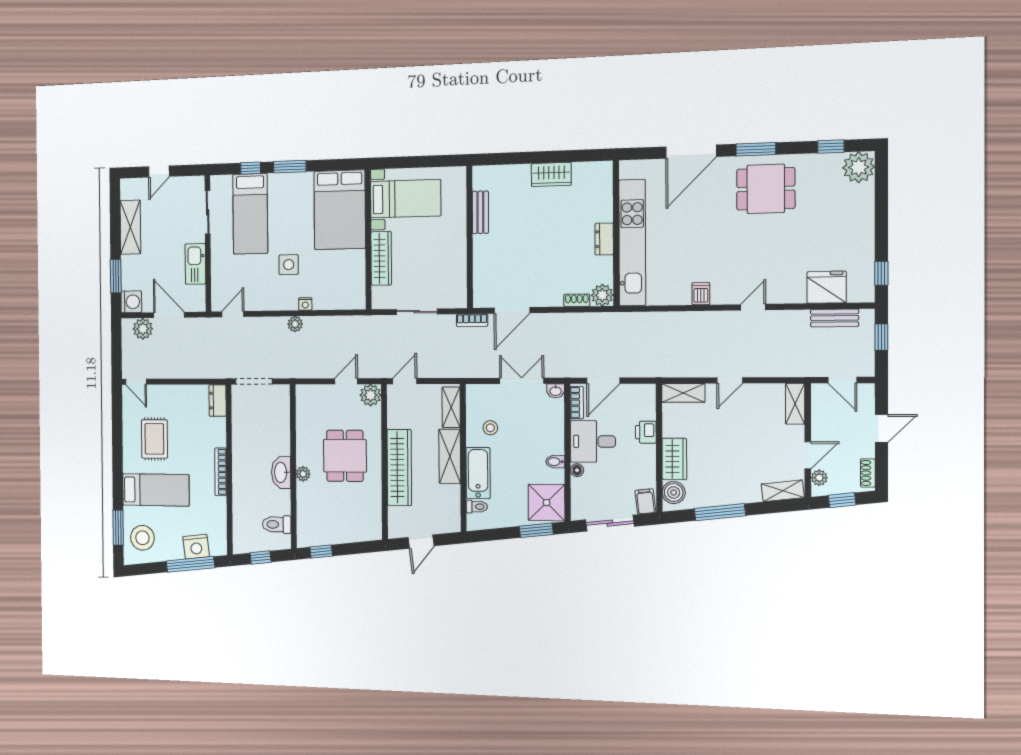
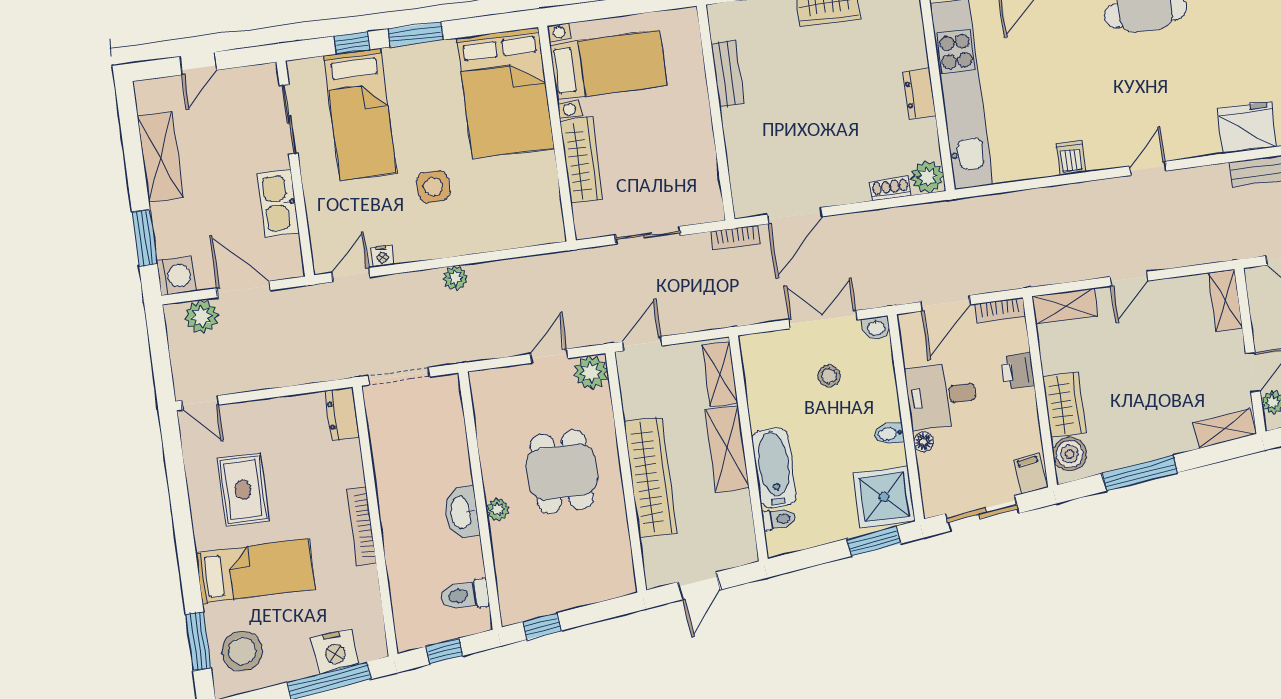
nightstand: (305, 304) -> (382, 256), moved
bookcase: (577, 403) -> (1000, 310), moved, turned 90
stool: (490, 428) -> (829, 376), moved

